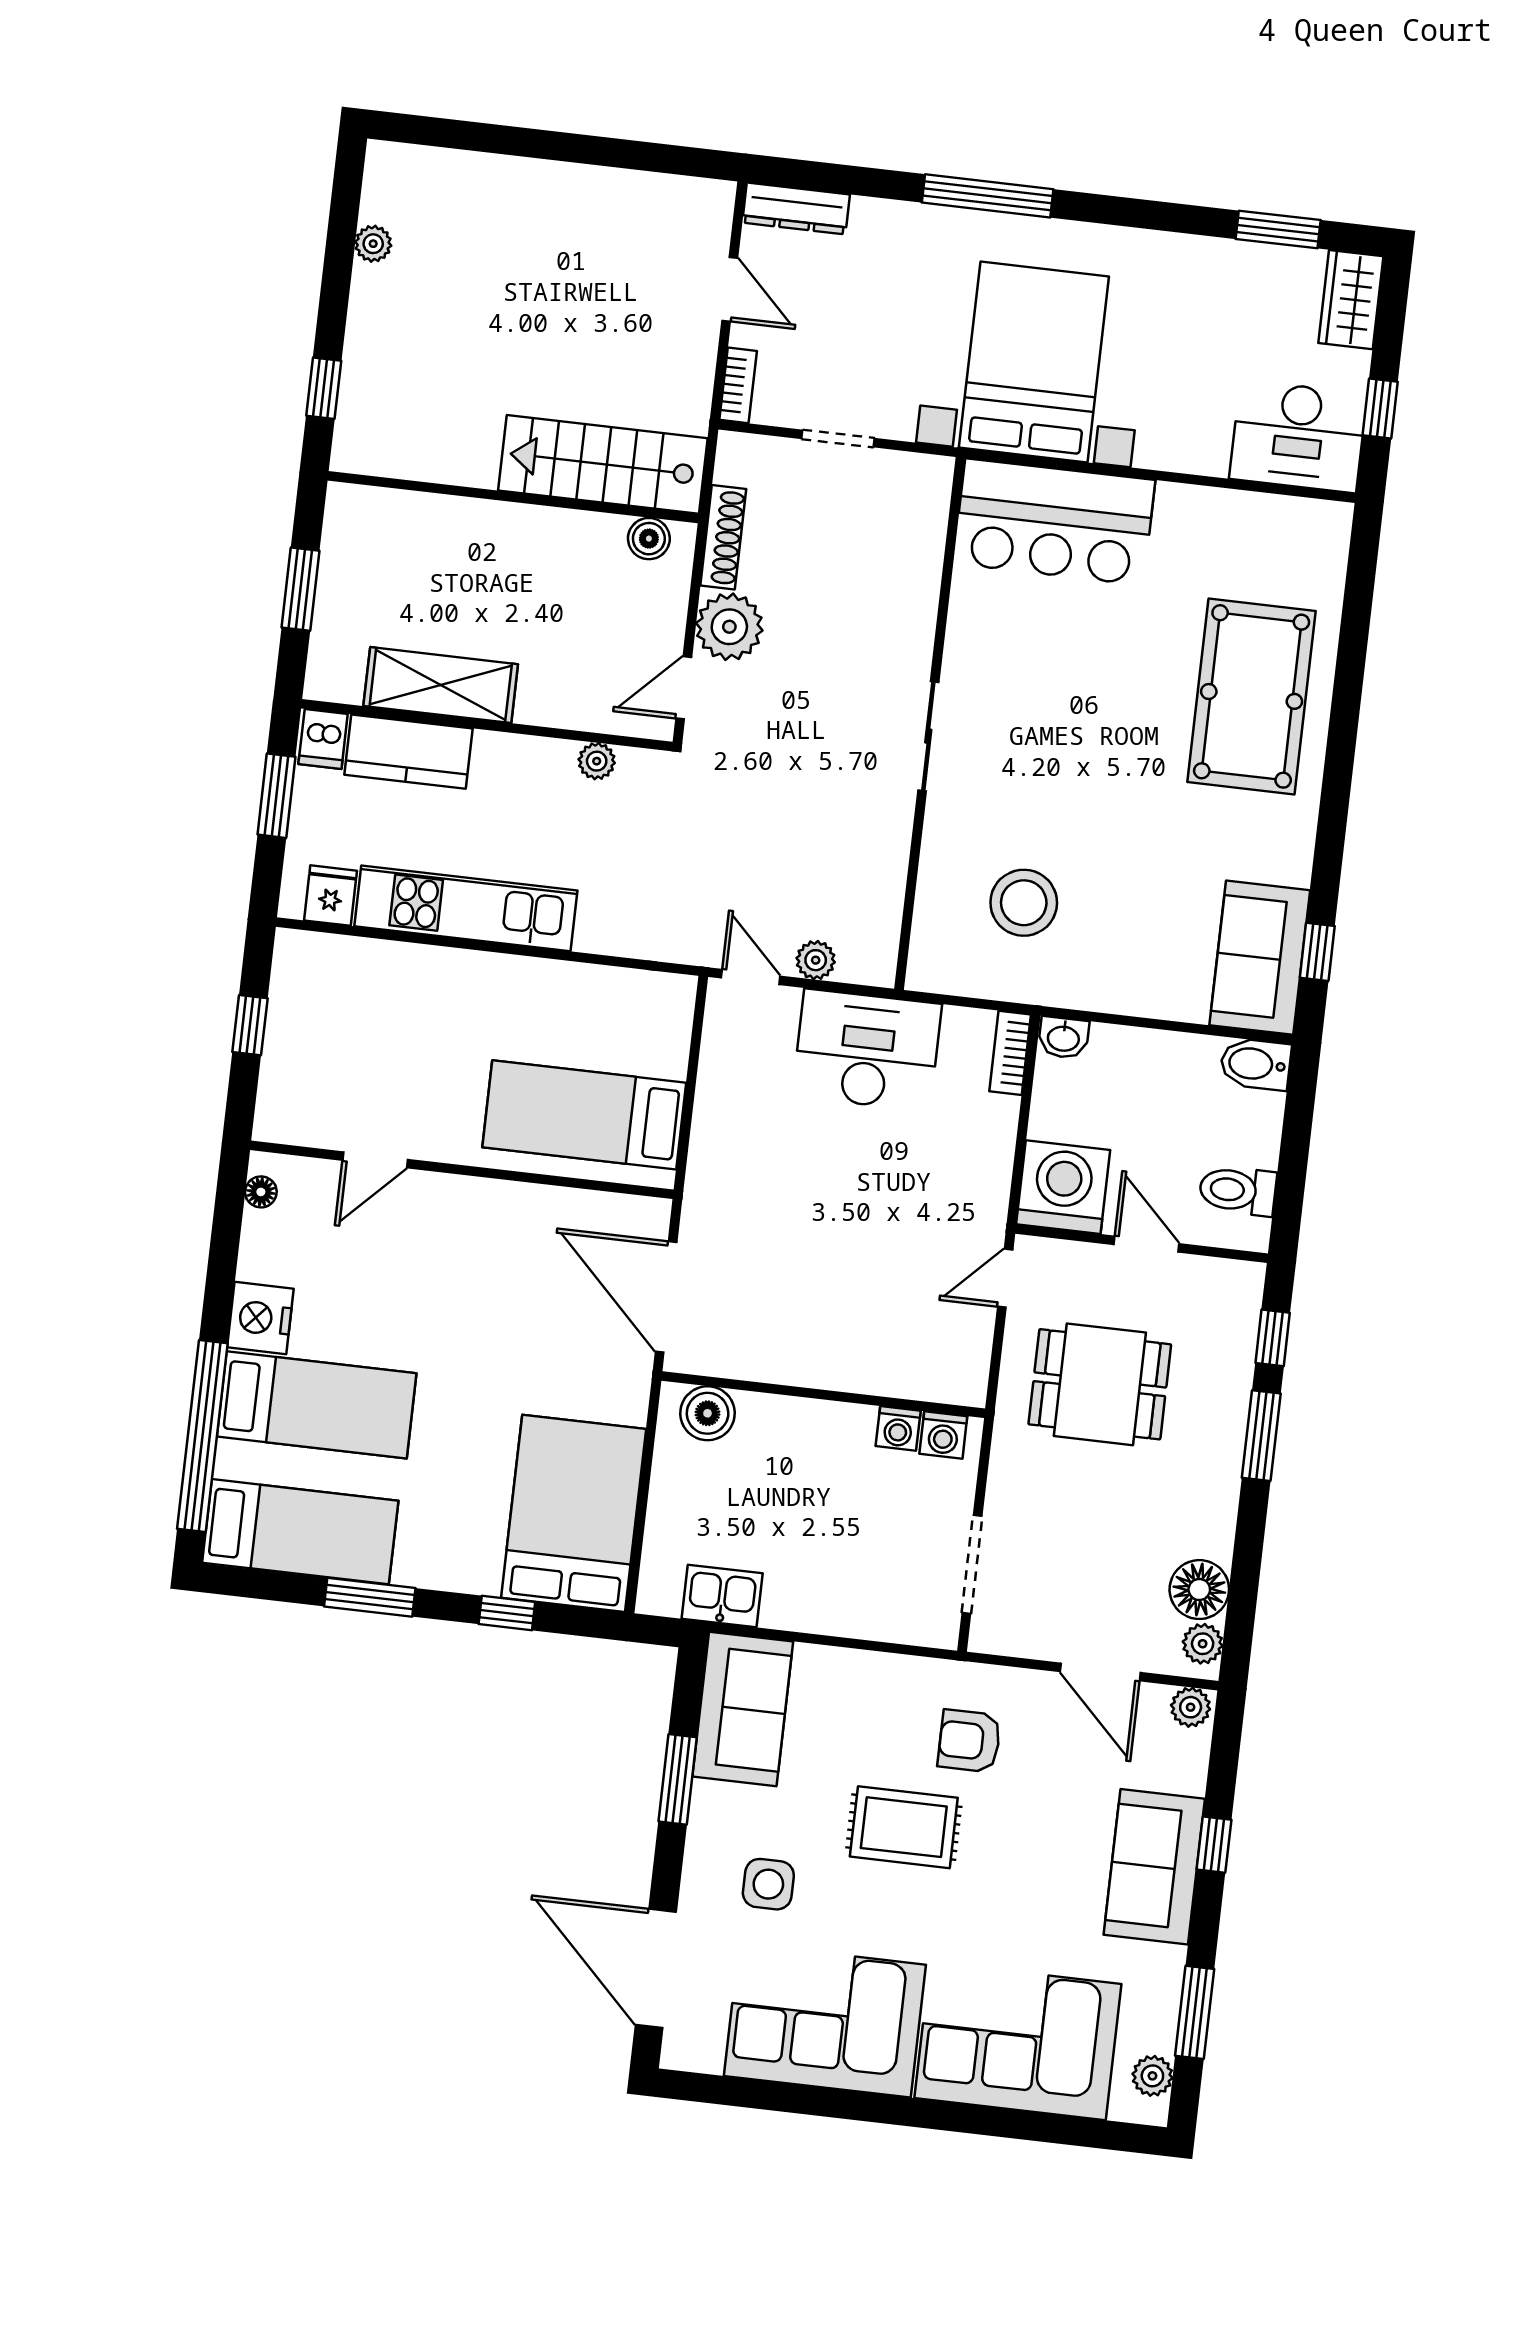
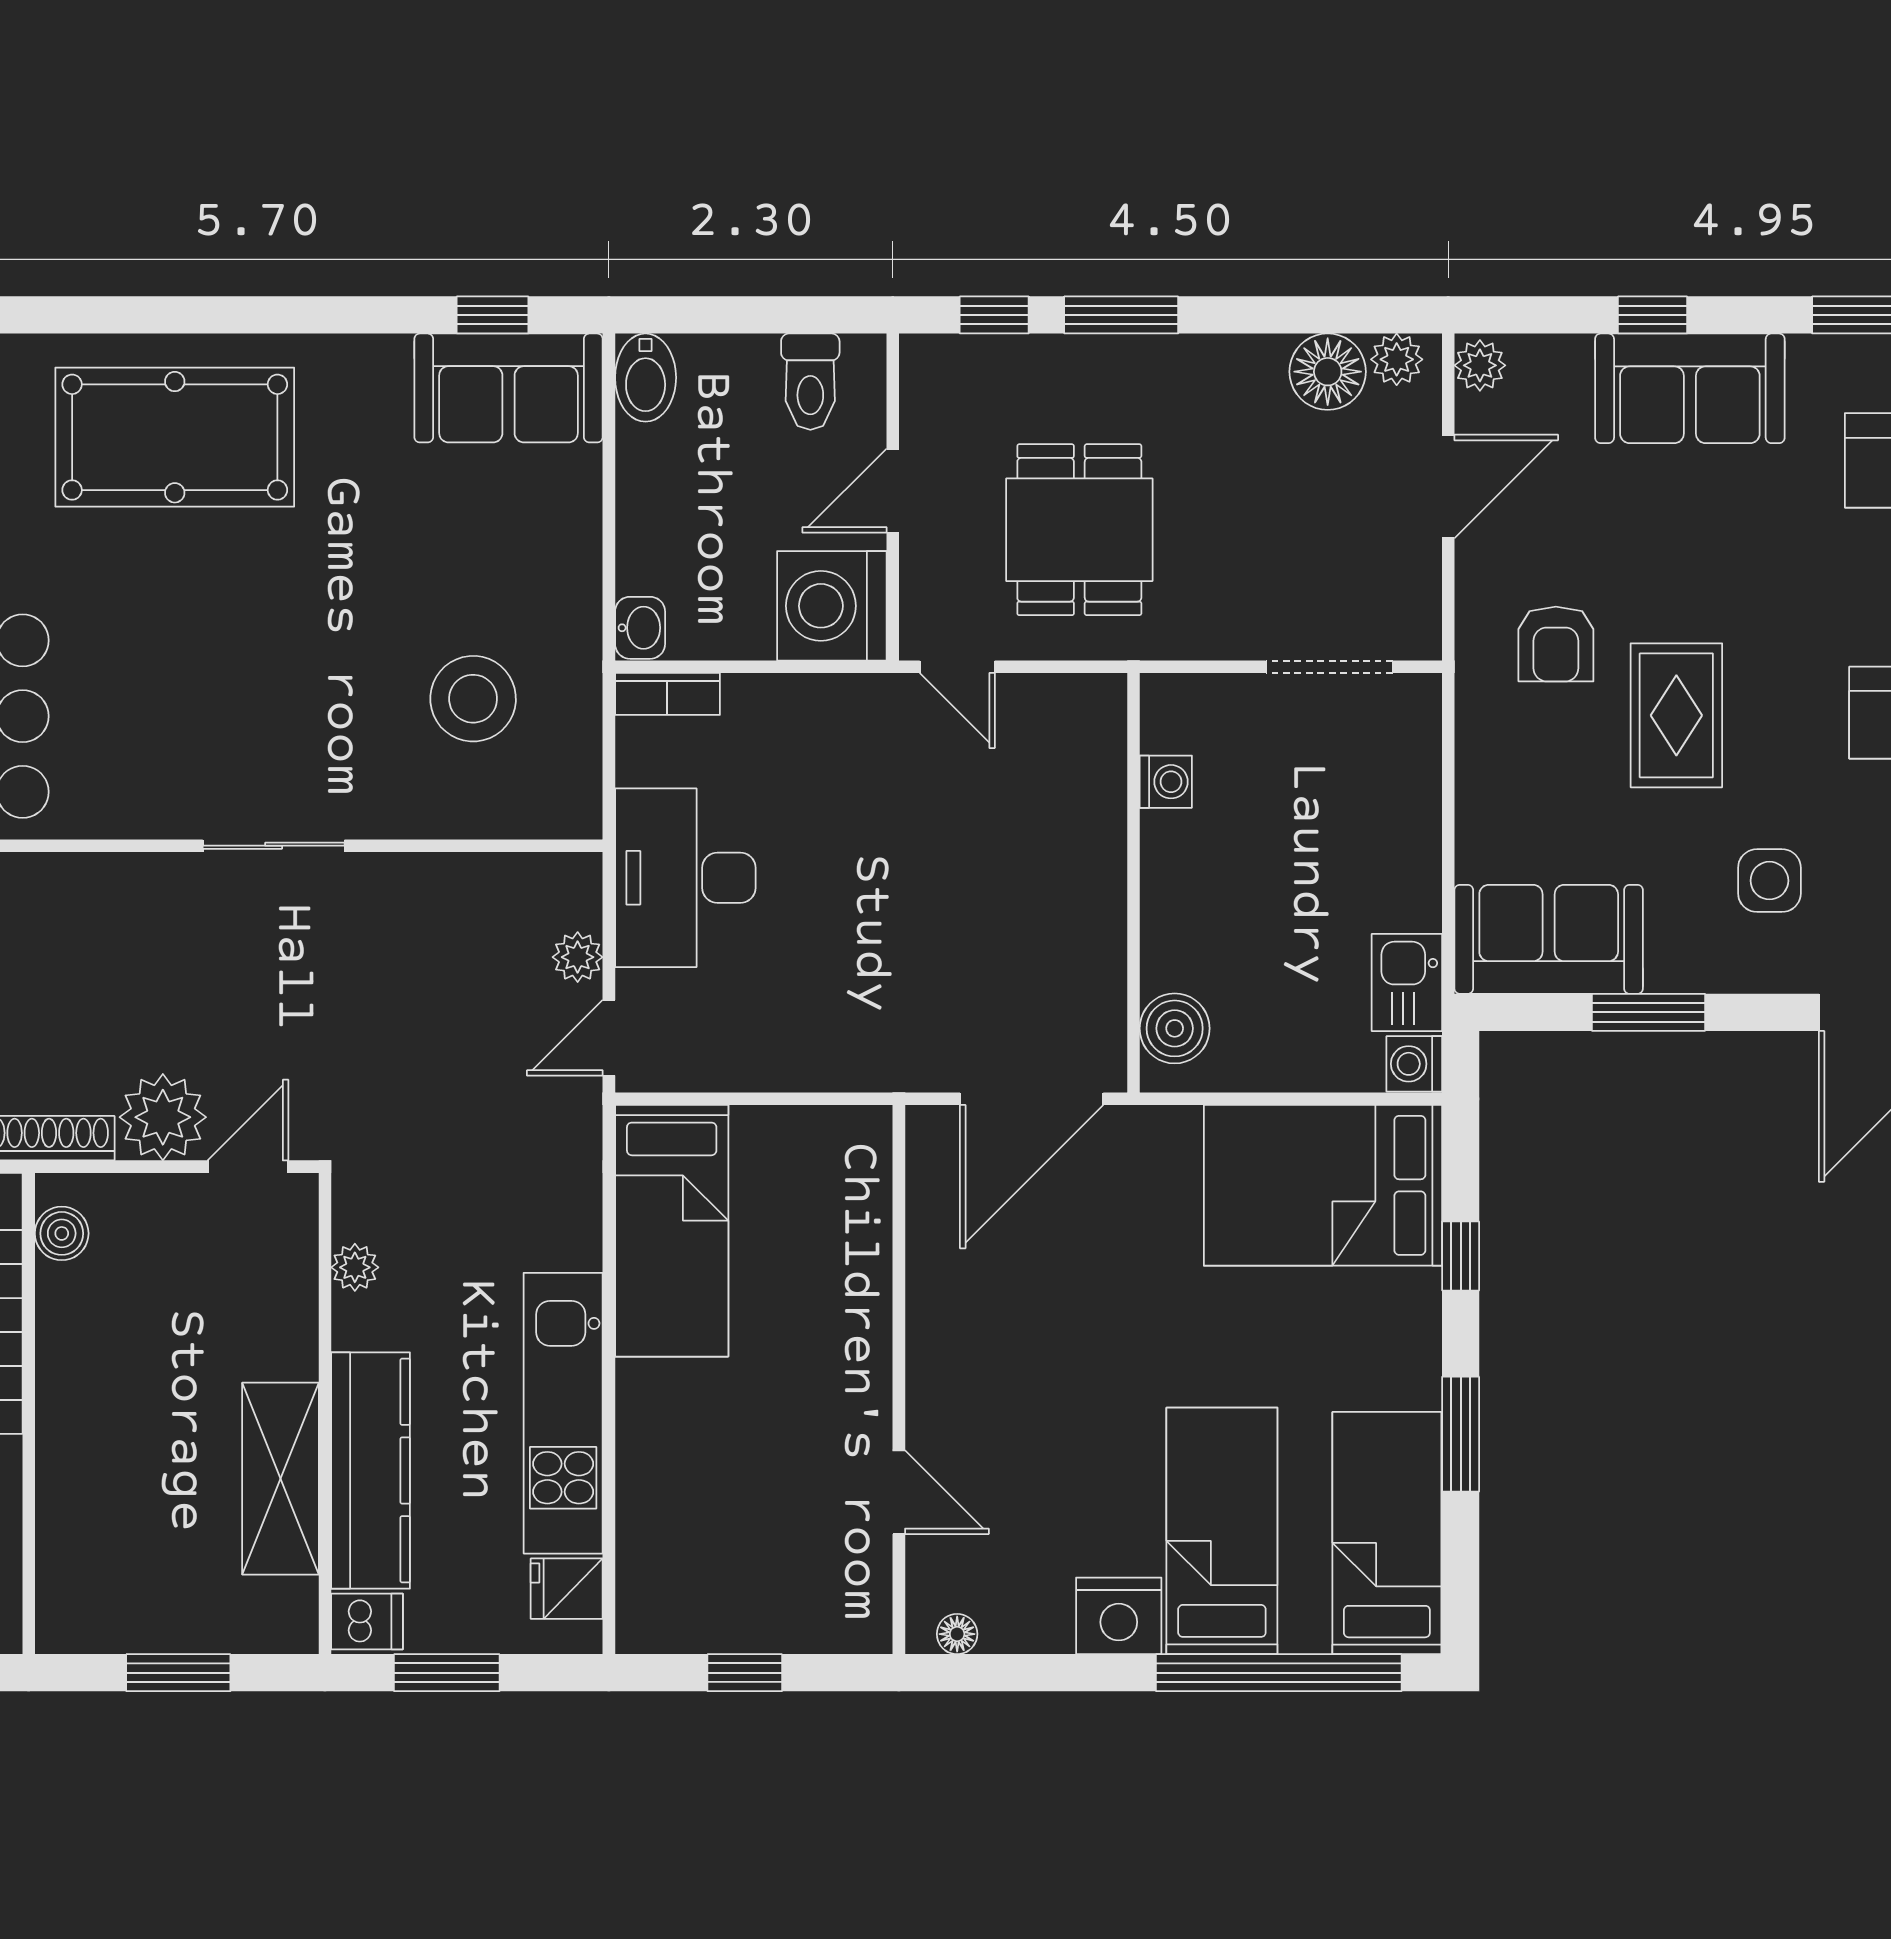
door: (684, 688) -> (248, 1167), swing flipped
kitchen counter: (409, 752) -> (371, 1471), width x1.50
bed: (584, 1115) -> (672, 1231), moved
washing machine: (943, 1435) -> (1414, 1064), moved, turned 180

